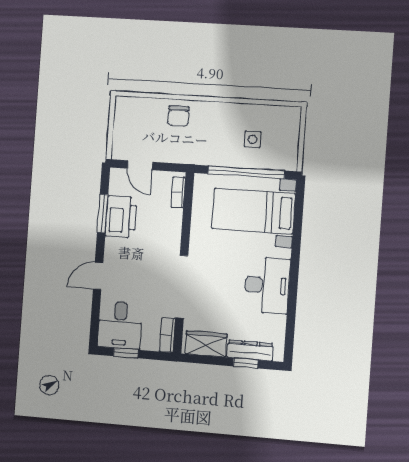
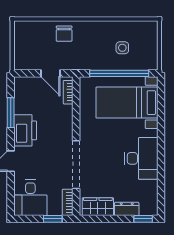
door: (140, 165) -> (50, 73), moved
printer: (121, 217) -> (25, 130), moved
dresser: (250, 350) -> (127, 209), width x0.70
window: (126, 353) -> (53, 219), moved
window: (246, 363) -> (143, 219), moved

